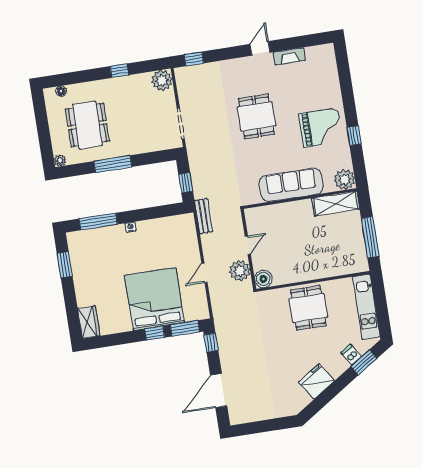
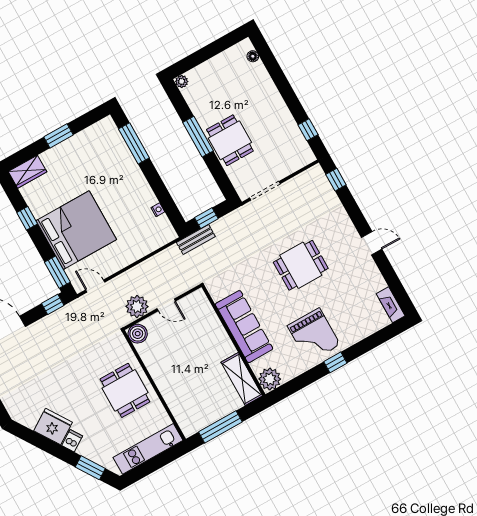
fireplace: (289, 56) -> (391, 305), moved
window: (119, 71) -> (308, 130), moved
plant: (162, 80) -> (302, 155), removed
dining table: (87, 125) -> (230, 140), moved, width x0.73
window: (354, 136) -> (335, 362), moved
bench: (204, 216) -> (196, 239), moved
nightstand: (130, 227) -> (158, 210), moved
window: (65, 265) -> (58, 136), moved
door: (204, 273) -> (95, 286), moved
dining table: (308, 308) -> (125, 390), turned 90
window: (155, 333) -> (27, 218), moved
dishwasher: (351, 355) -> (72, 441), moved

